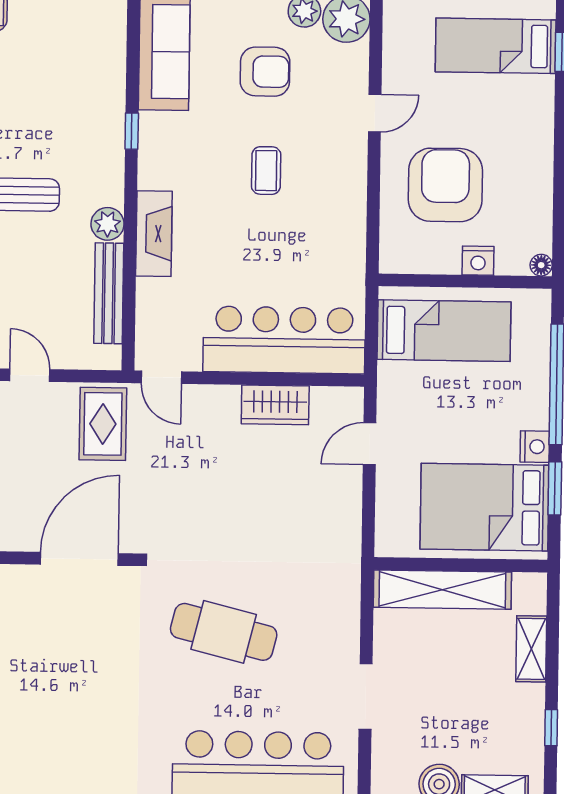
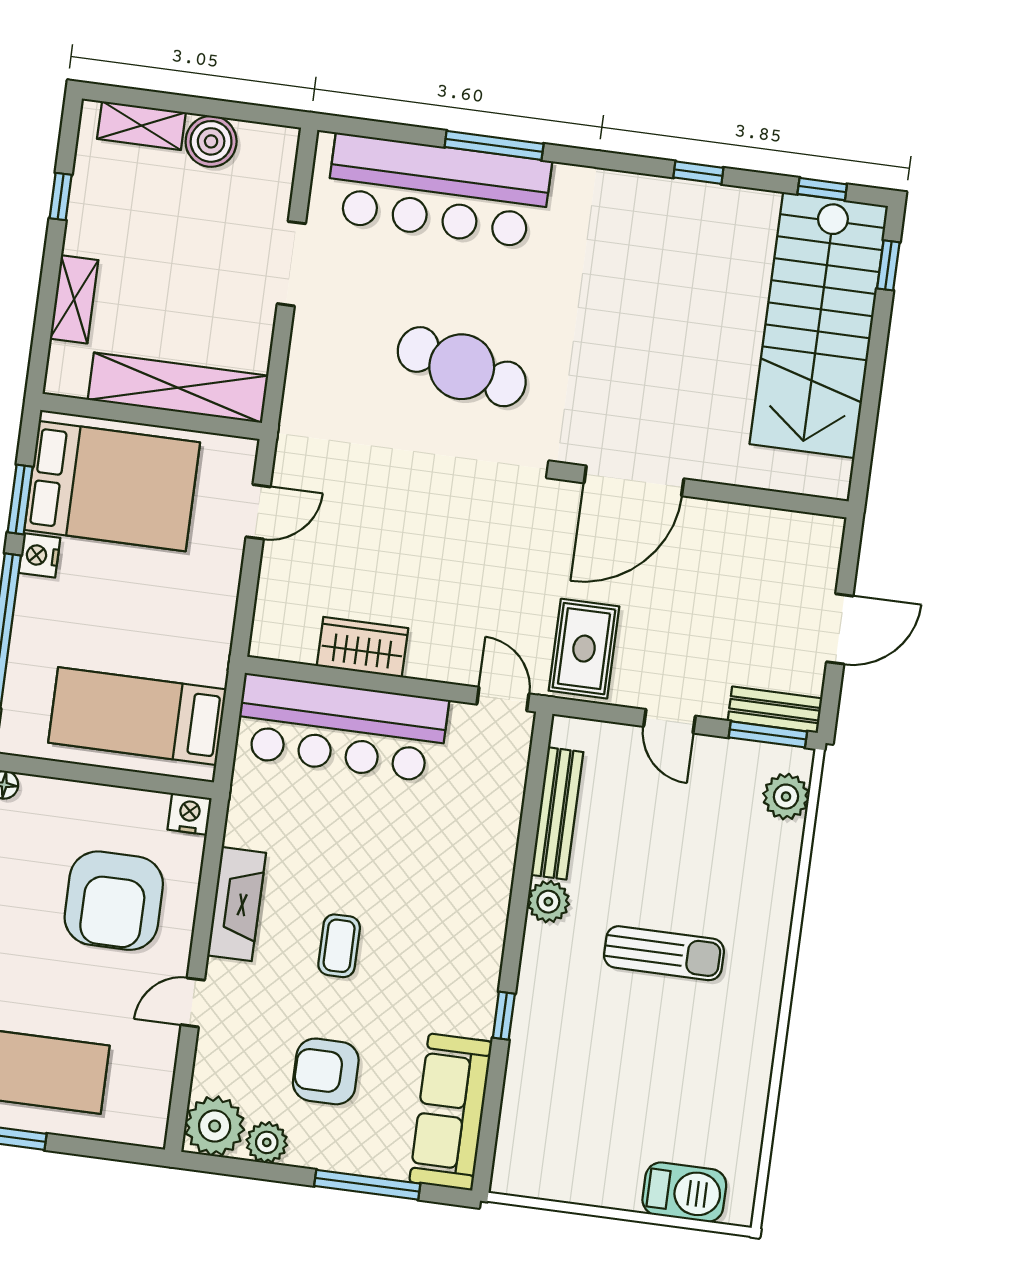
fireplace: (154, 234) -> (237, 904), moved, turned 180
nightstand: (478, 261) -> (190, 814), moved
door: (370, 444) -> (258, 512), moved

